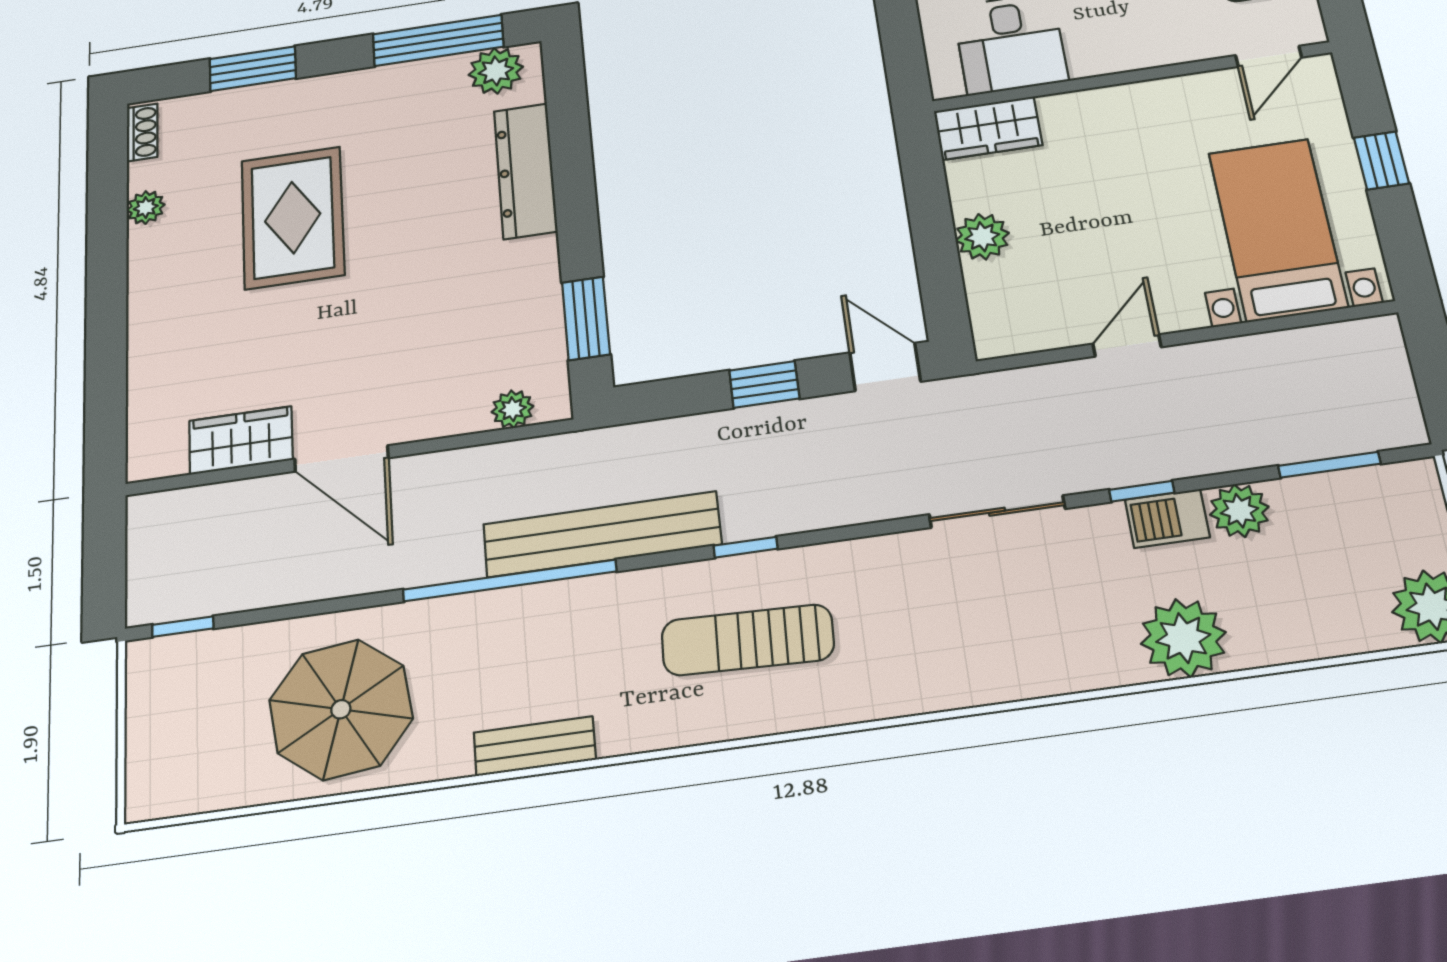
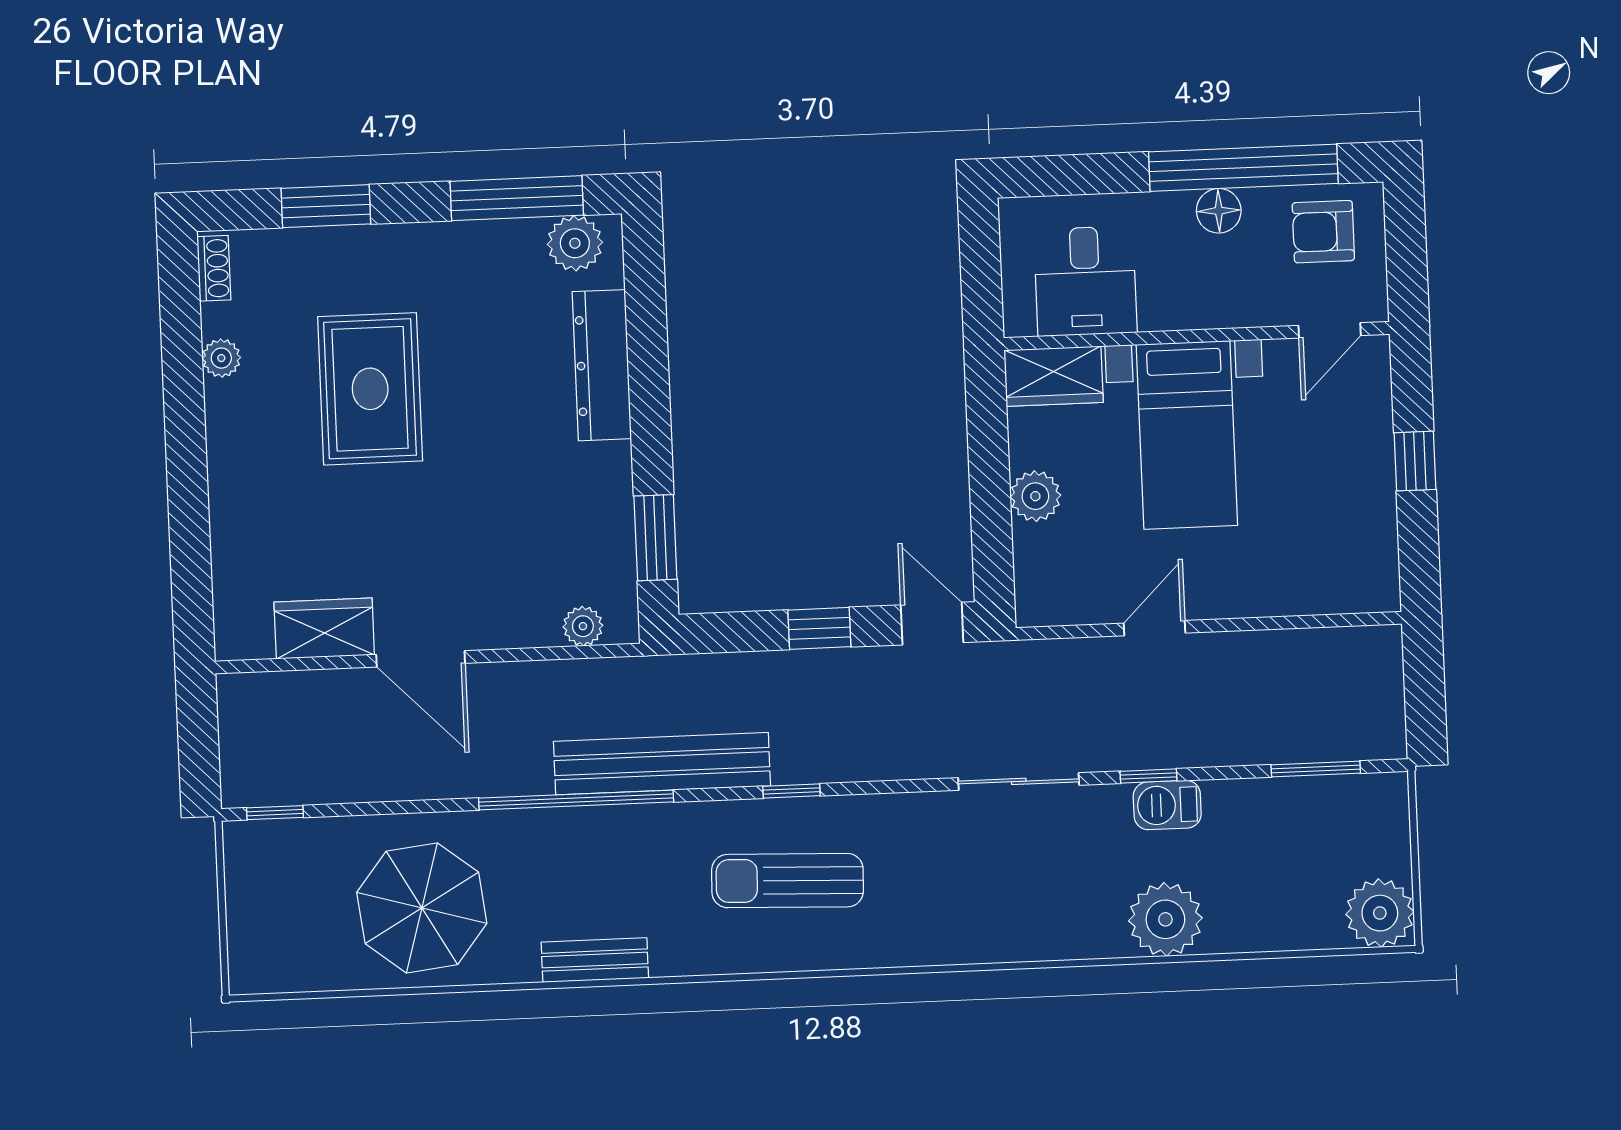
bed with nightstands: (1278, 229) -> (1187, 435), moved, turned 180
plant: (1239, 511) -> (1231, 805), removed

